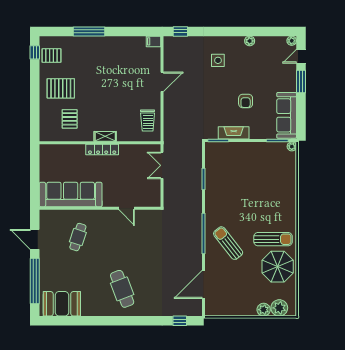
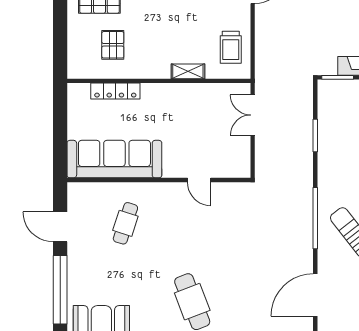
shelving: (105, 136) -> (188, 71), moved
locker: (102, 150) -> (115, 91), moved

